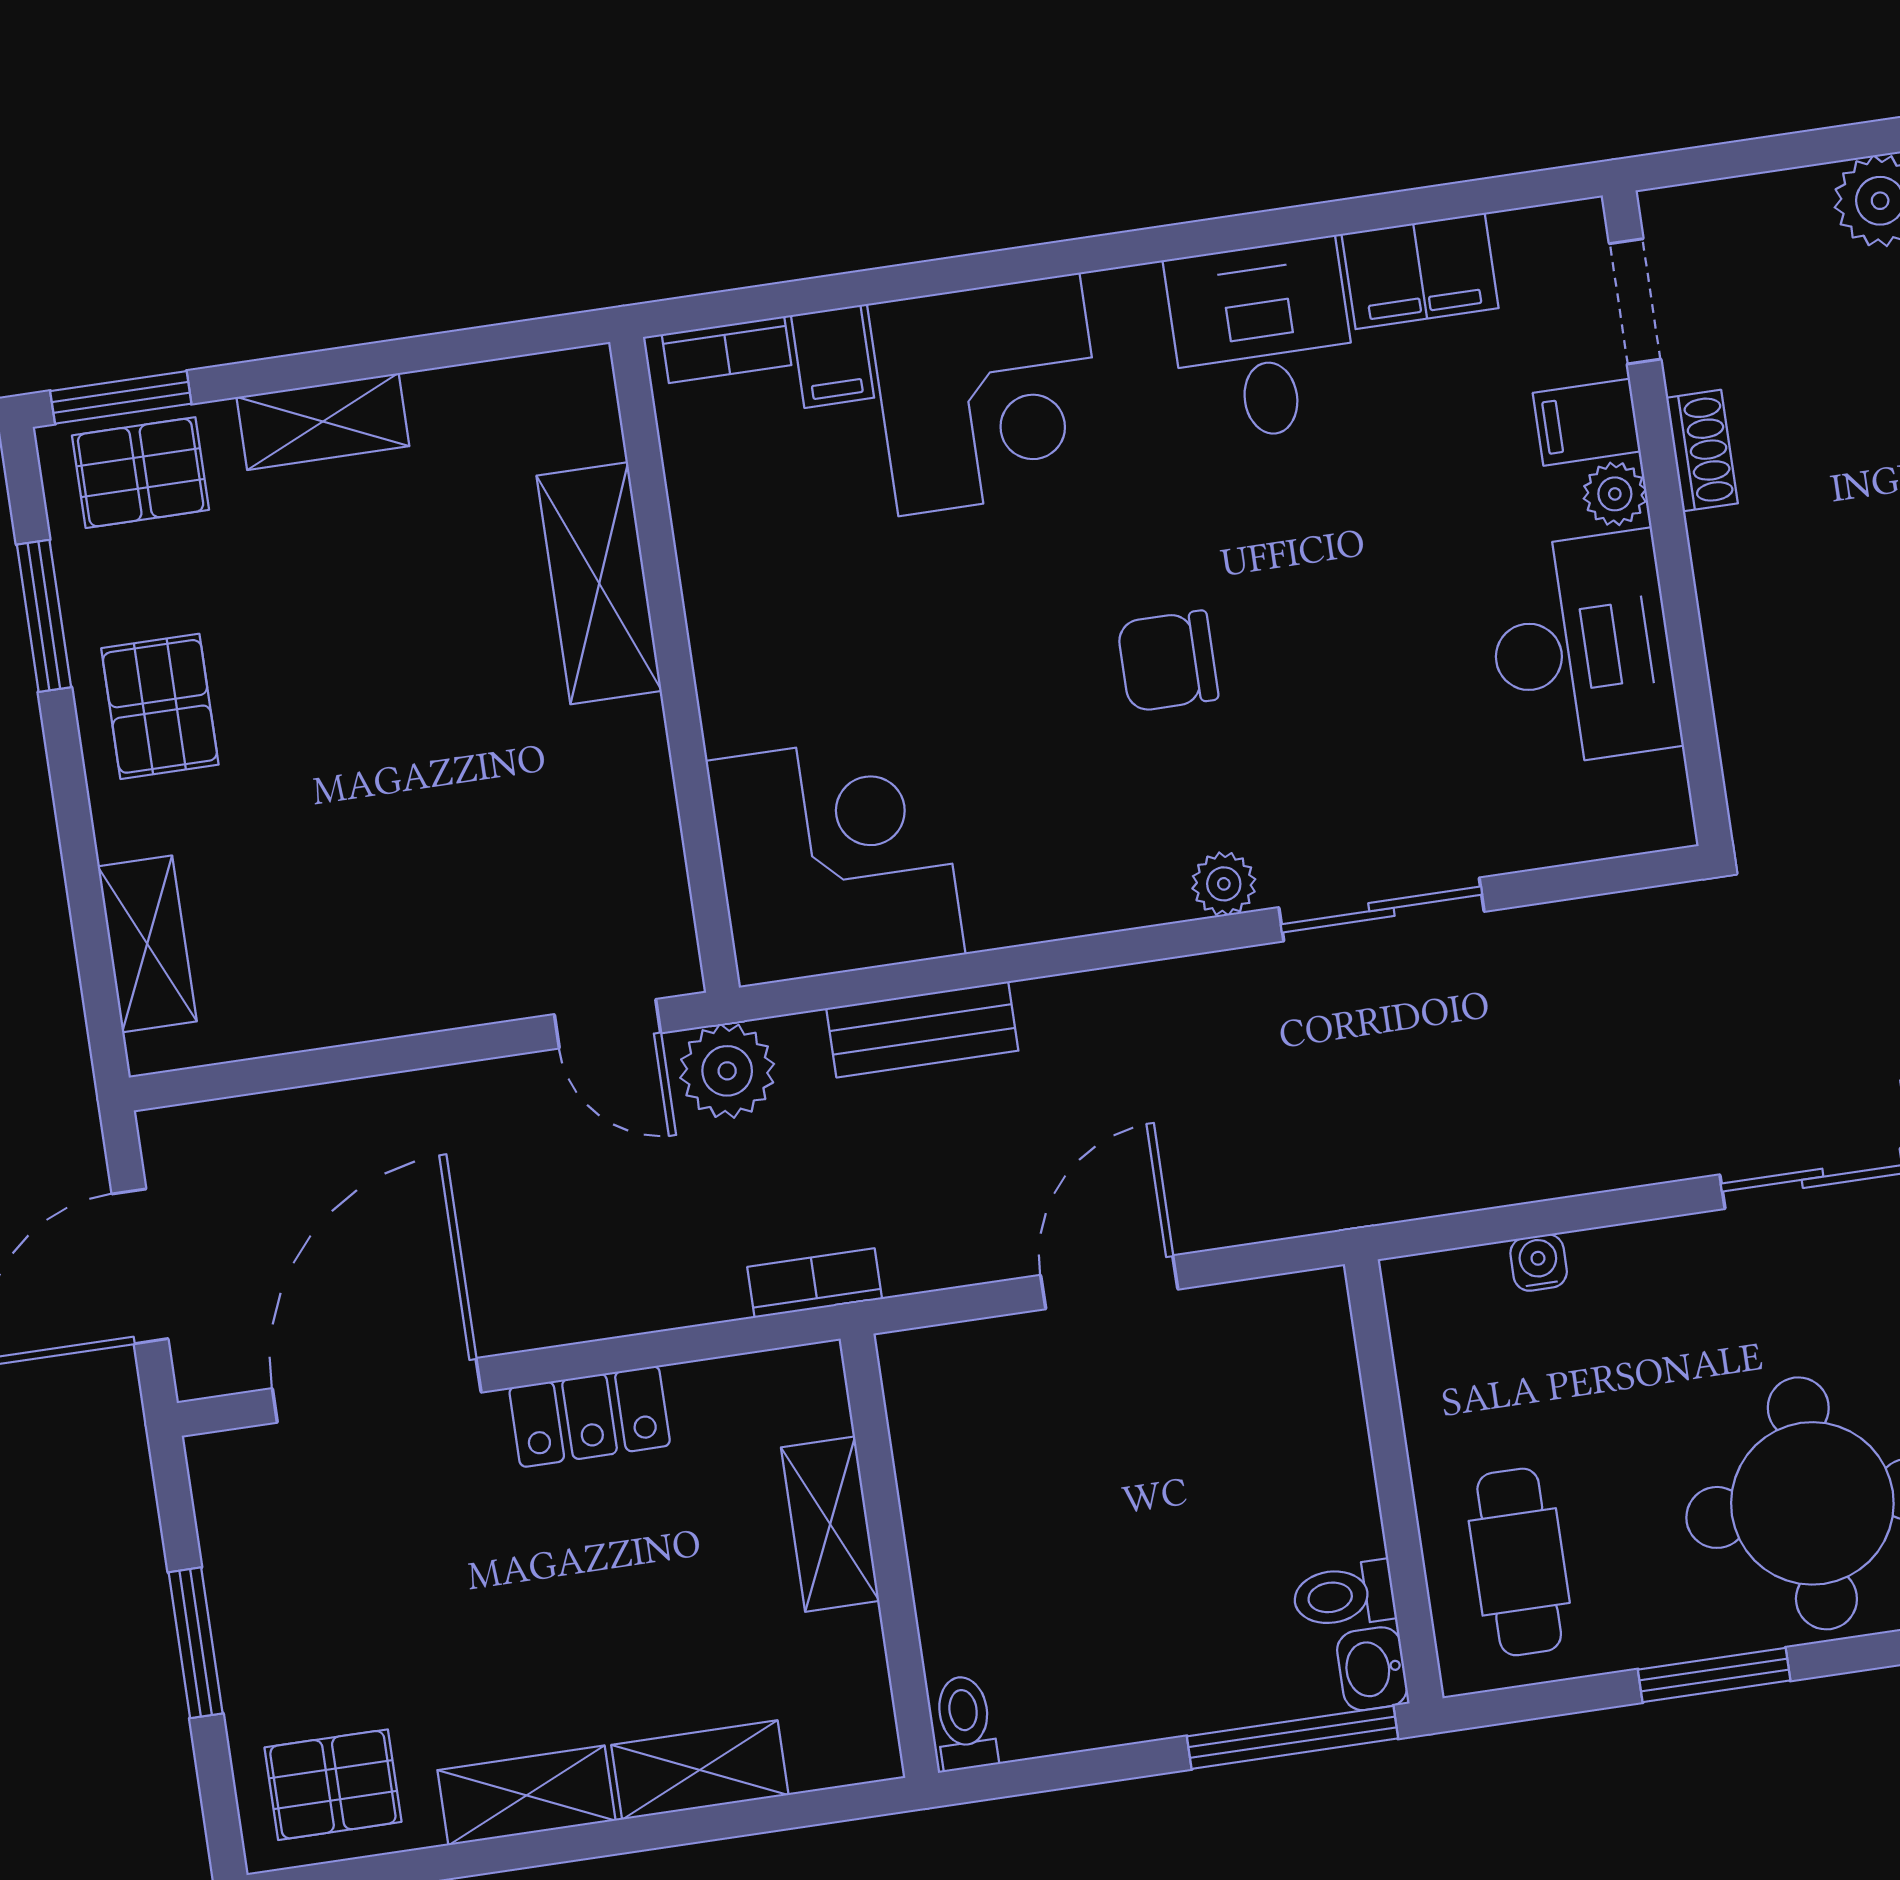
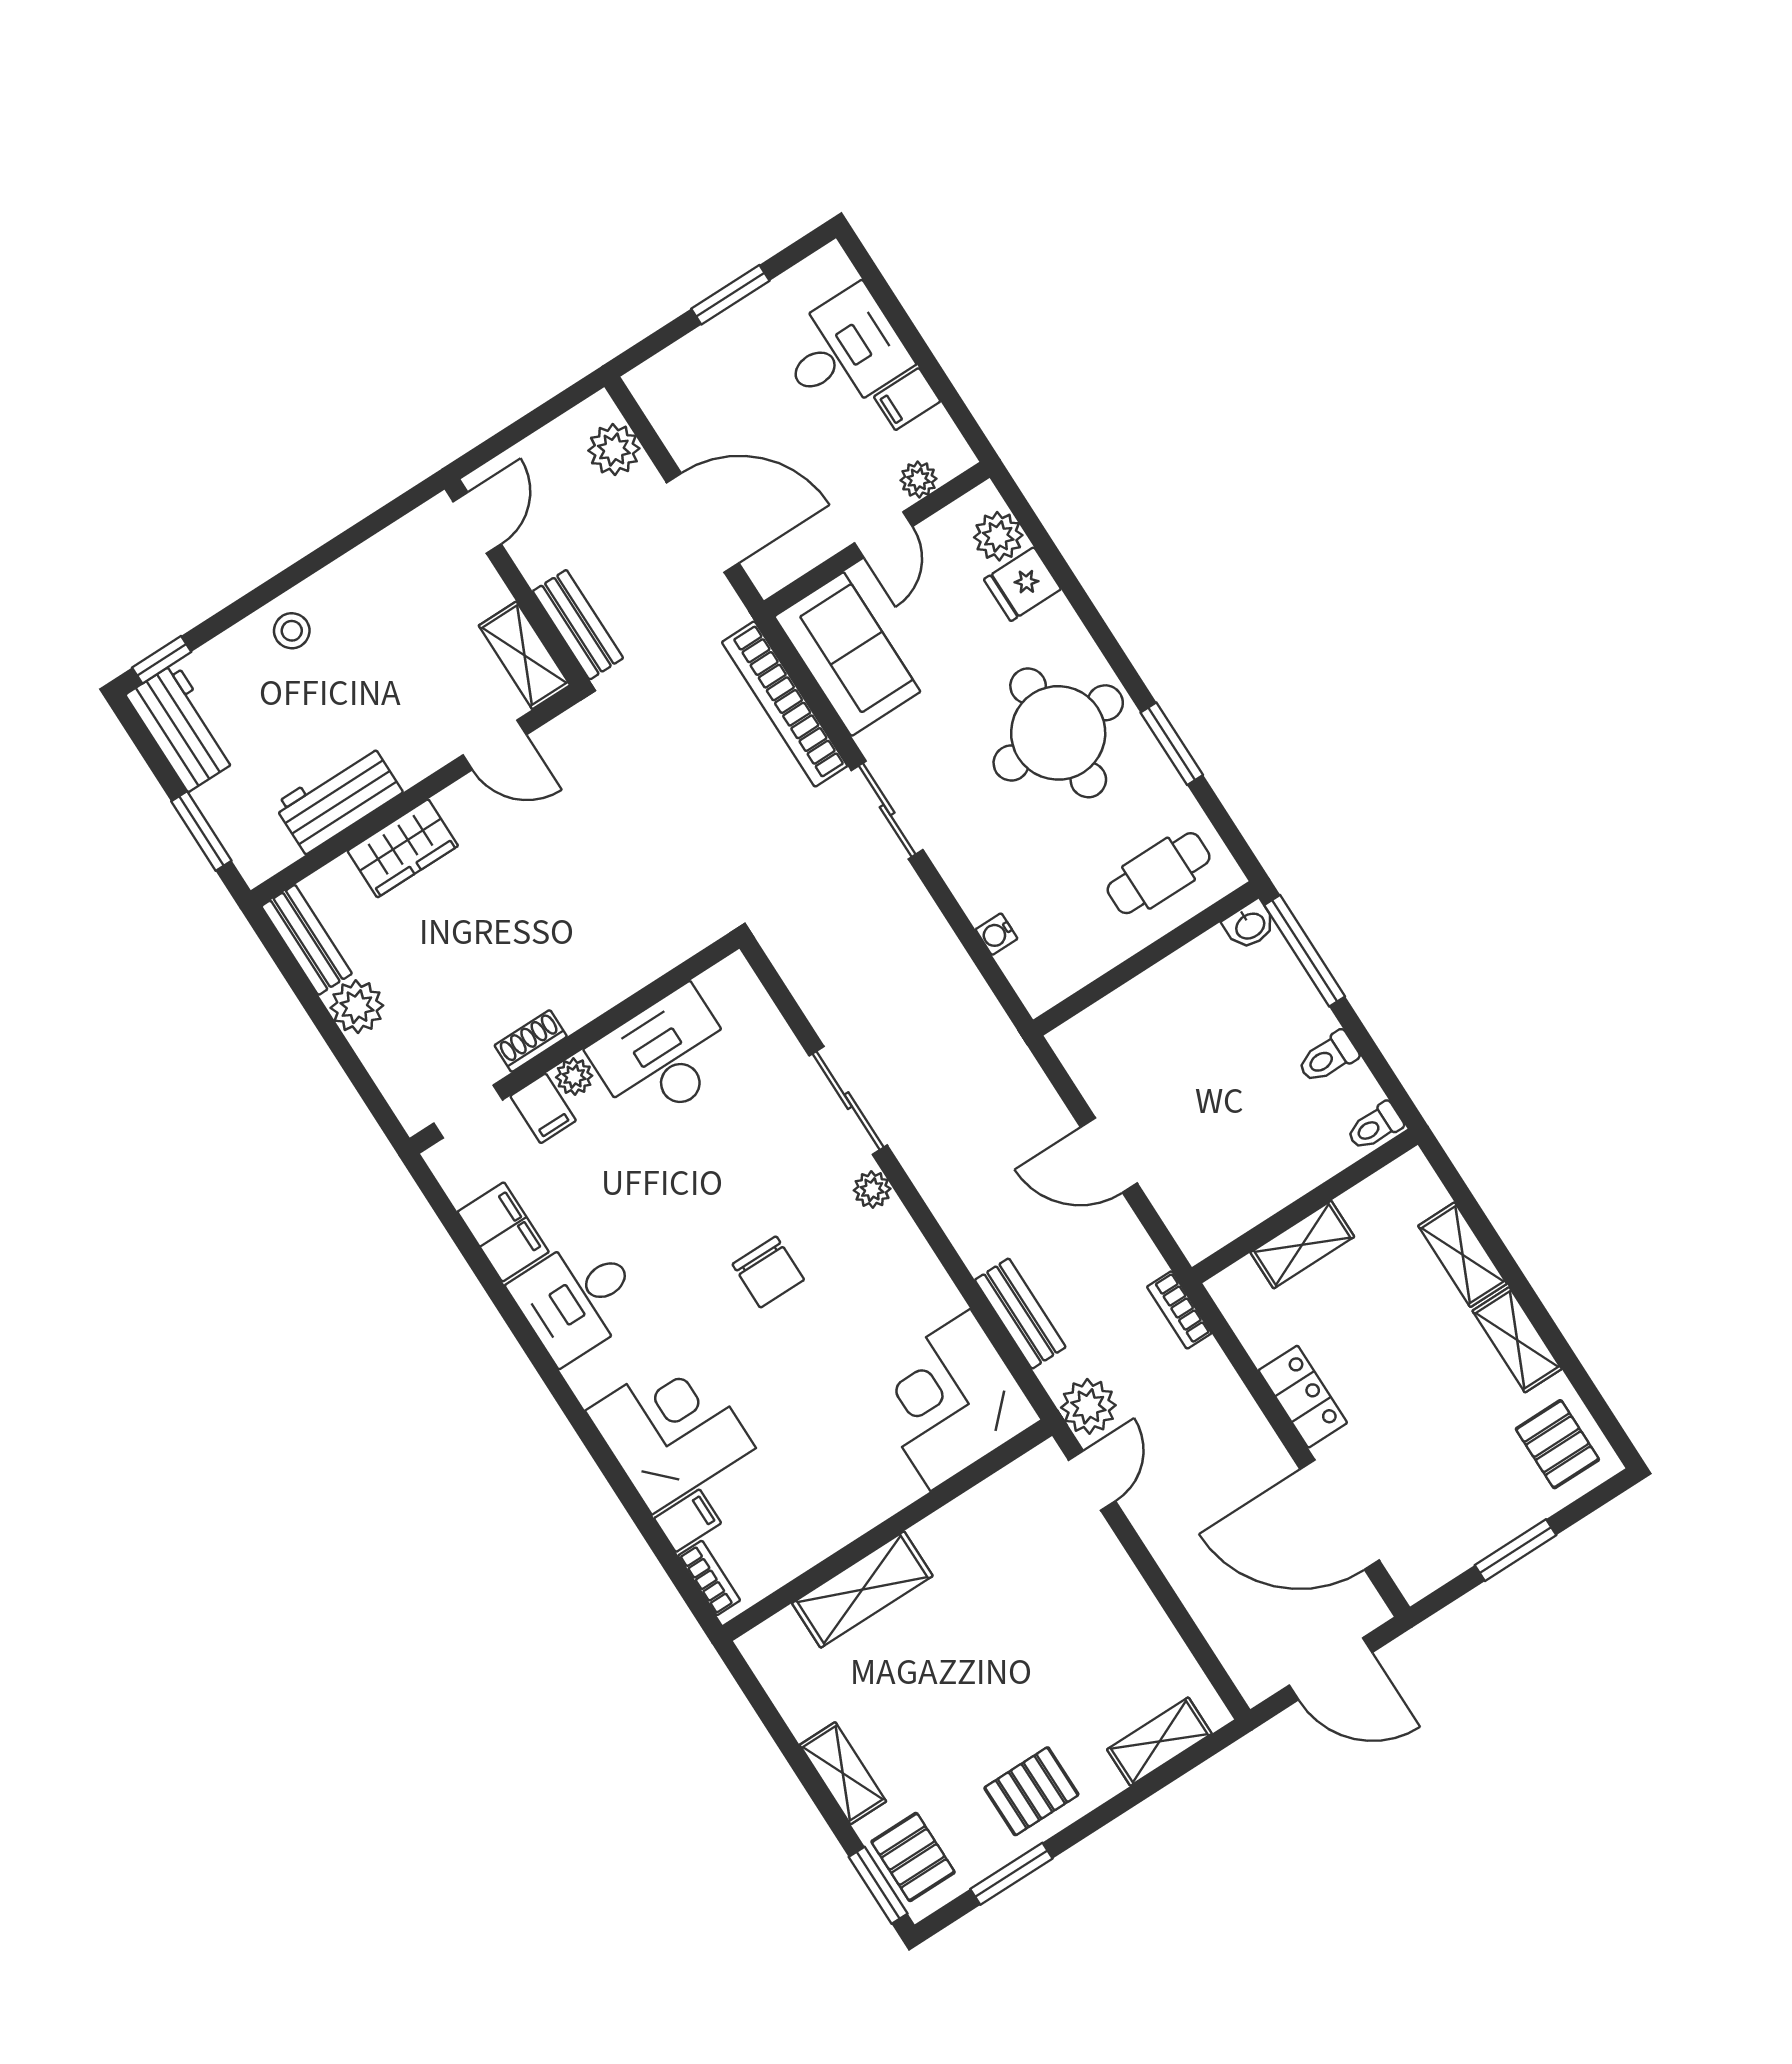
toilet: (1344, 1595) -> (1328, 1057), moved, turned 90

